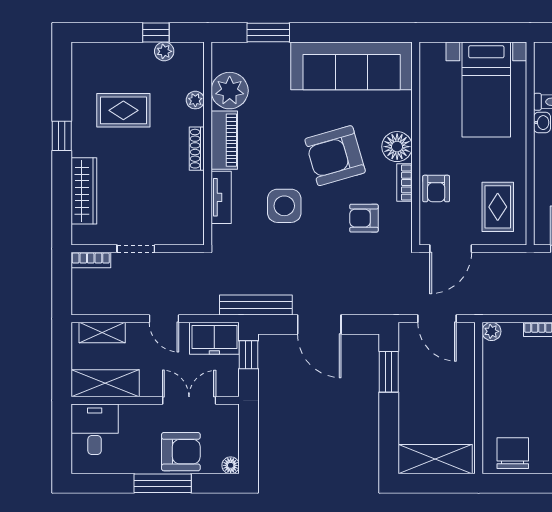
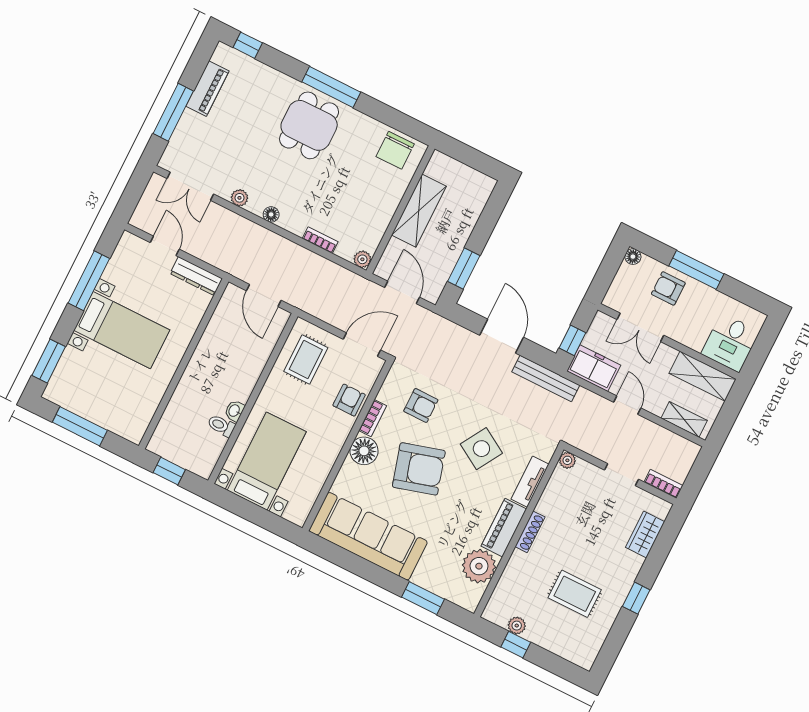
plant: (195, 100) -> (567, 460), moved
wardrobe: (84, 191) -> (645, 534), width x0.67
side table: (284, 206) -> (481, 449), turned 31
armchair: (181, 452) -> (668, 288), width x0.72, depth x0.72
shelving: (435, 459) -> (419, 211), moved, turned 90

